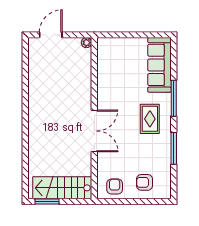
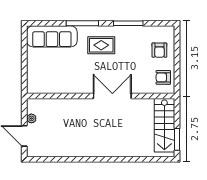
plant: (87, 43) -> (31, 118), moved

